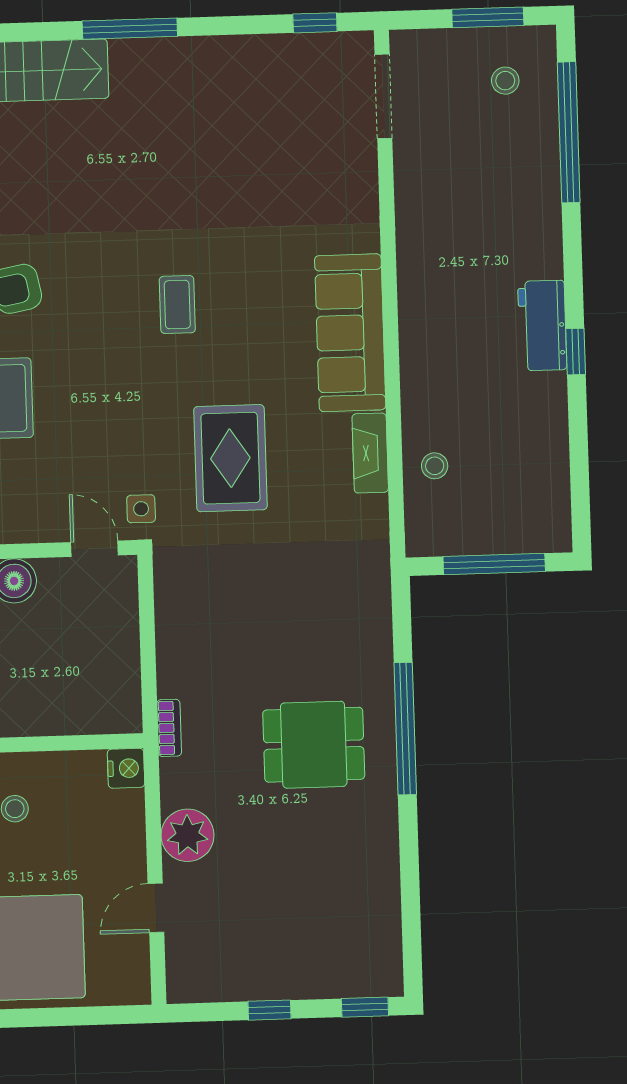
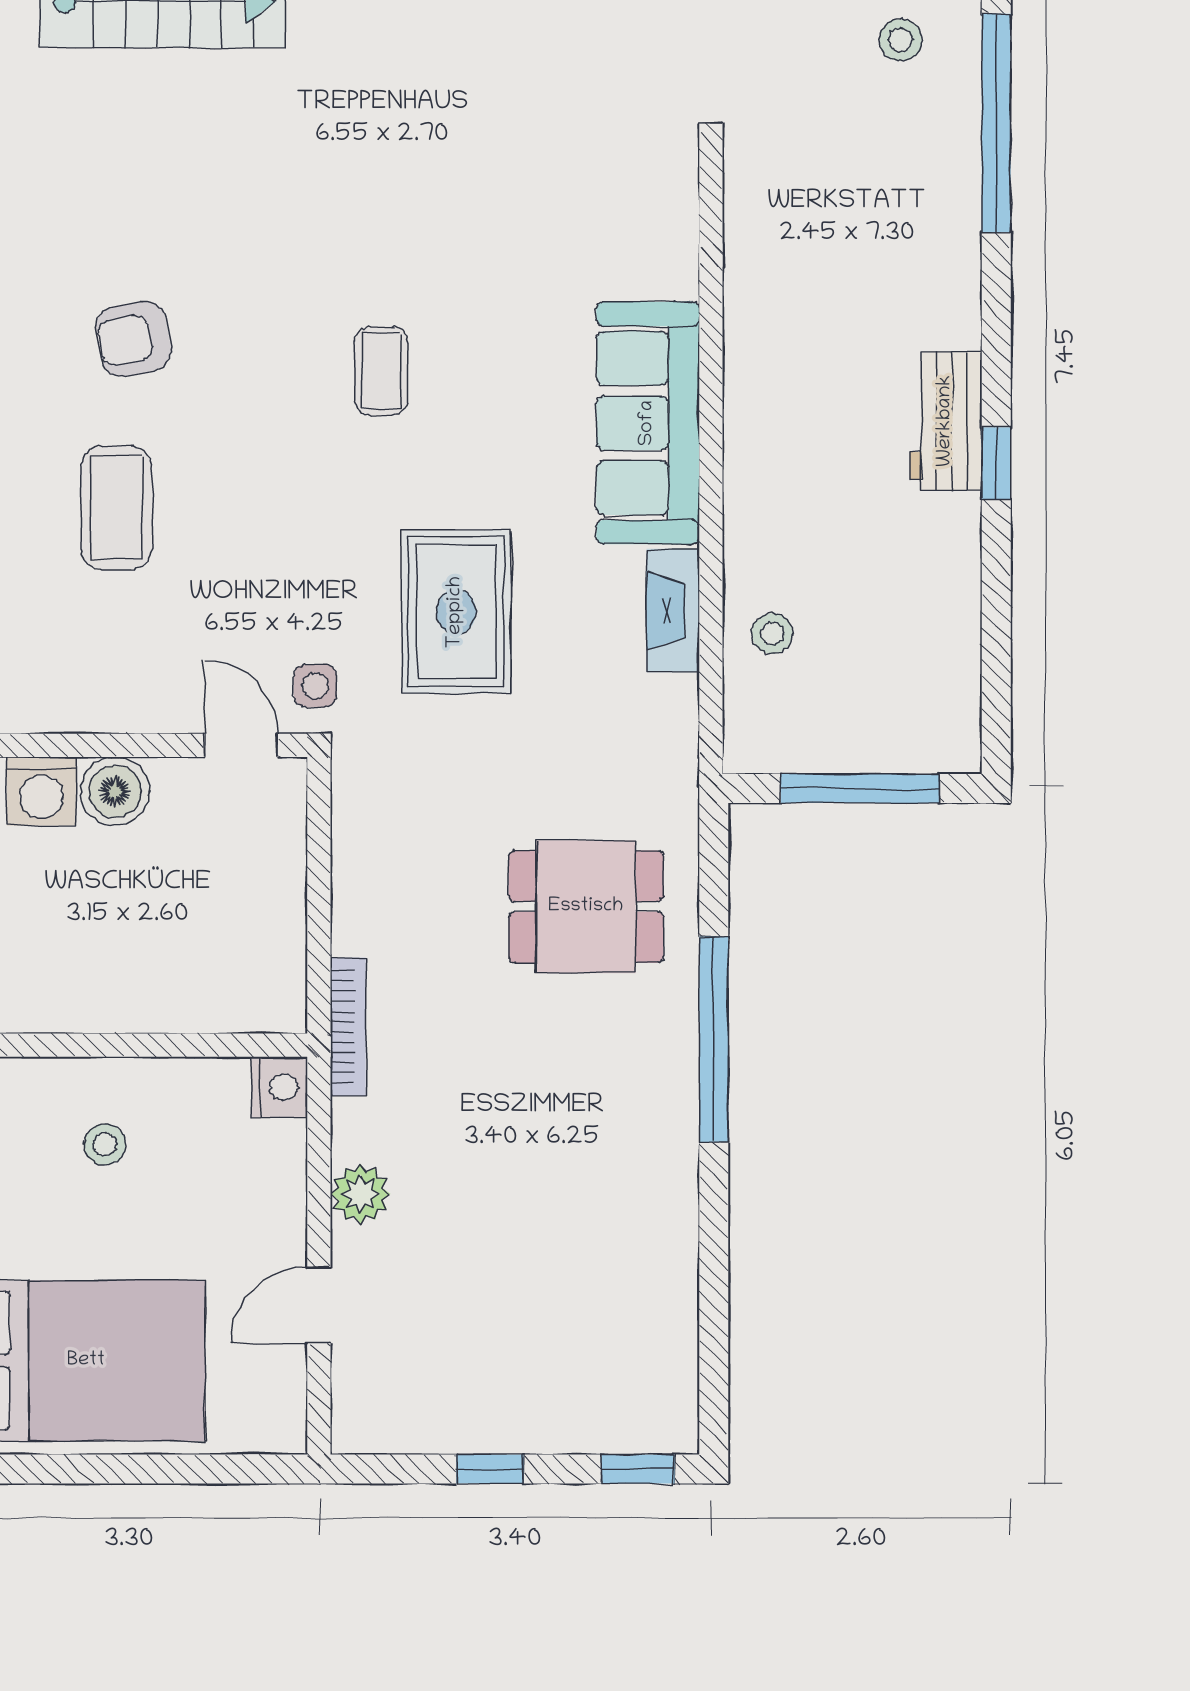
bookcase: (169, 728) -> (348, 1027), width x1.56
dining table: (314, 745) -> (586, 907), moved
plant: (188, 835) -> (360, 1194), width x0.73, depth x0.73

